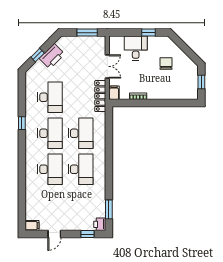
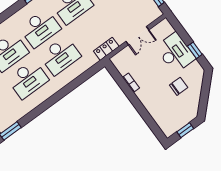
desk: (136, 48) -> (175, 53), width x1.37
filing cabinet: (114, 93) -> (118, 59), removed
locker: (100, 96) -> (106, 49), width x0.66

